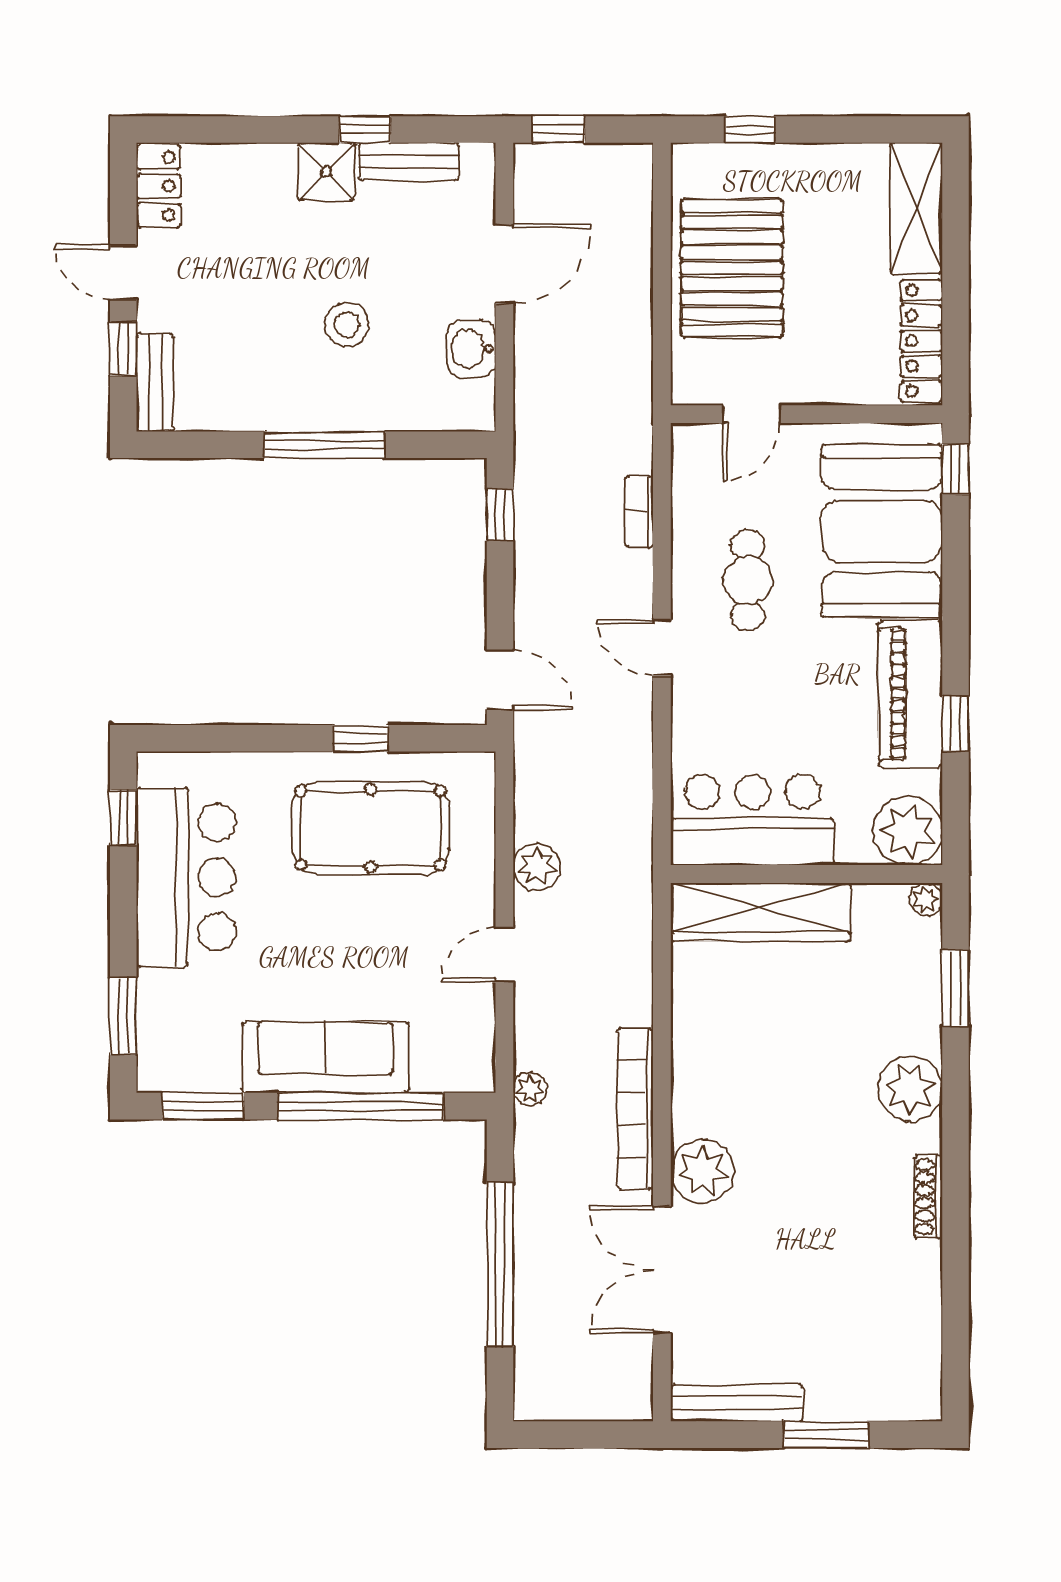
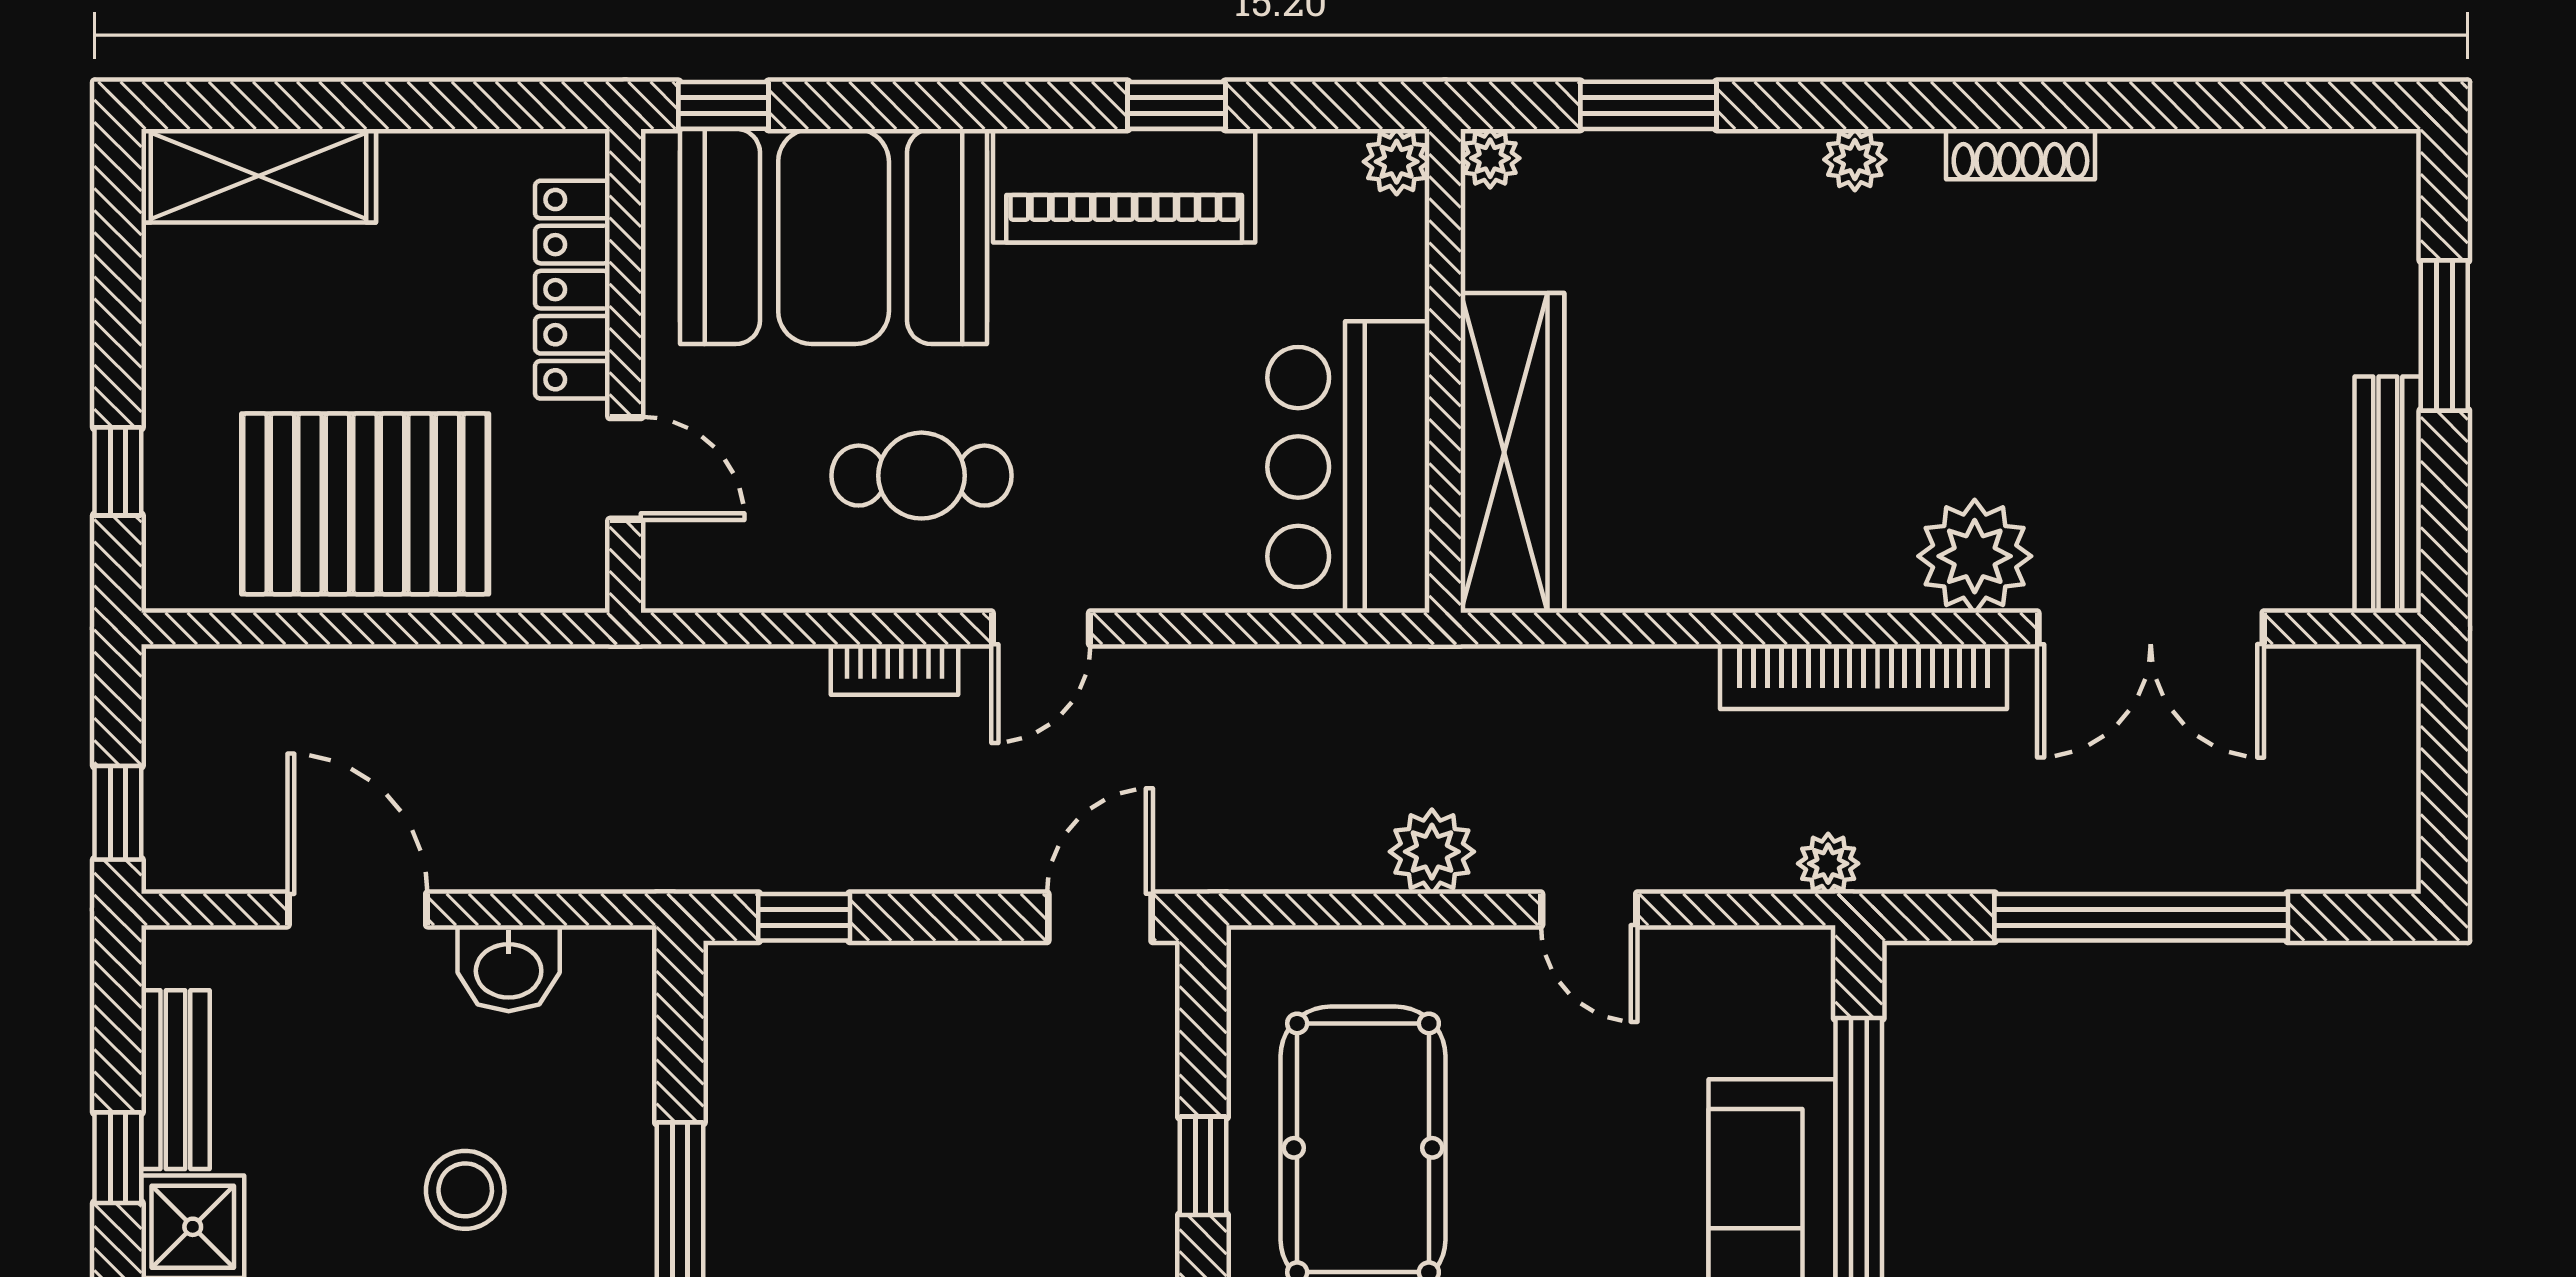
locker: (921, 341) -> (572, 290), moved, turned 90
bookcase: (639, 512) -> (894, 669), moved
plant: (908, 831) -> (1397, 162), width x0.53, depth x0.53
plant: (910, 1089) -> (1855, 160), width x0.53, depth x0.53

